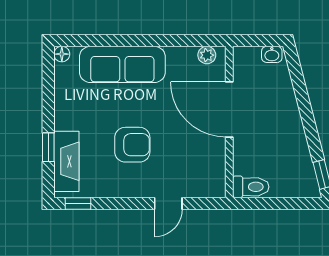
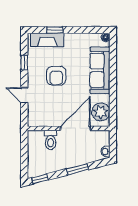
plant: (207, 55) -> (101, 112), width x1.88, depth x1.88
window: (304, 106) -> (77, 169), added
toilet: (251, 187) -> (51, 140), moved
window: (78, 203) -> (24, 63), moved

